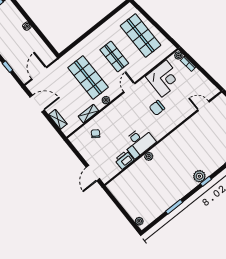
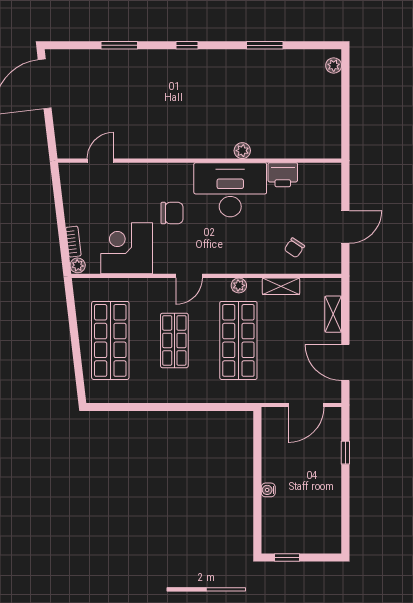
door: (203, 106) -> (100, 161), swing flipped
desk: (139, 142) -> (230, 190), width x1.36, depth x1.30
door: (93, 173) -> (345, 227), moved
plant: (199, 176) -> (190, 61), removed

